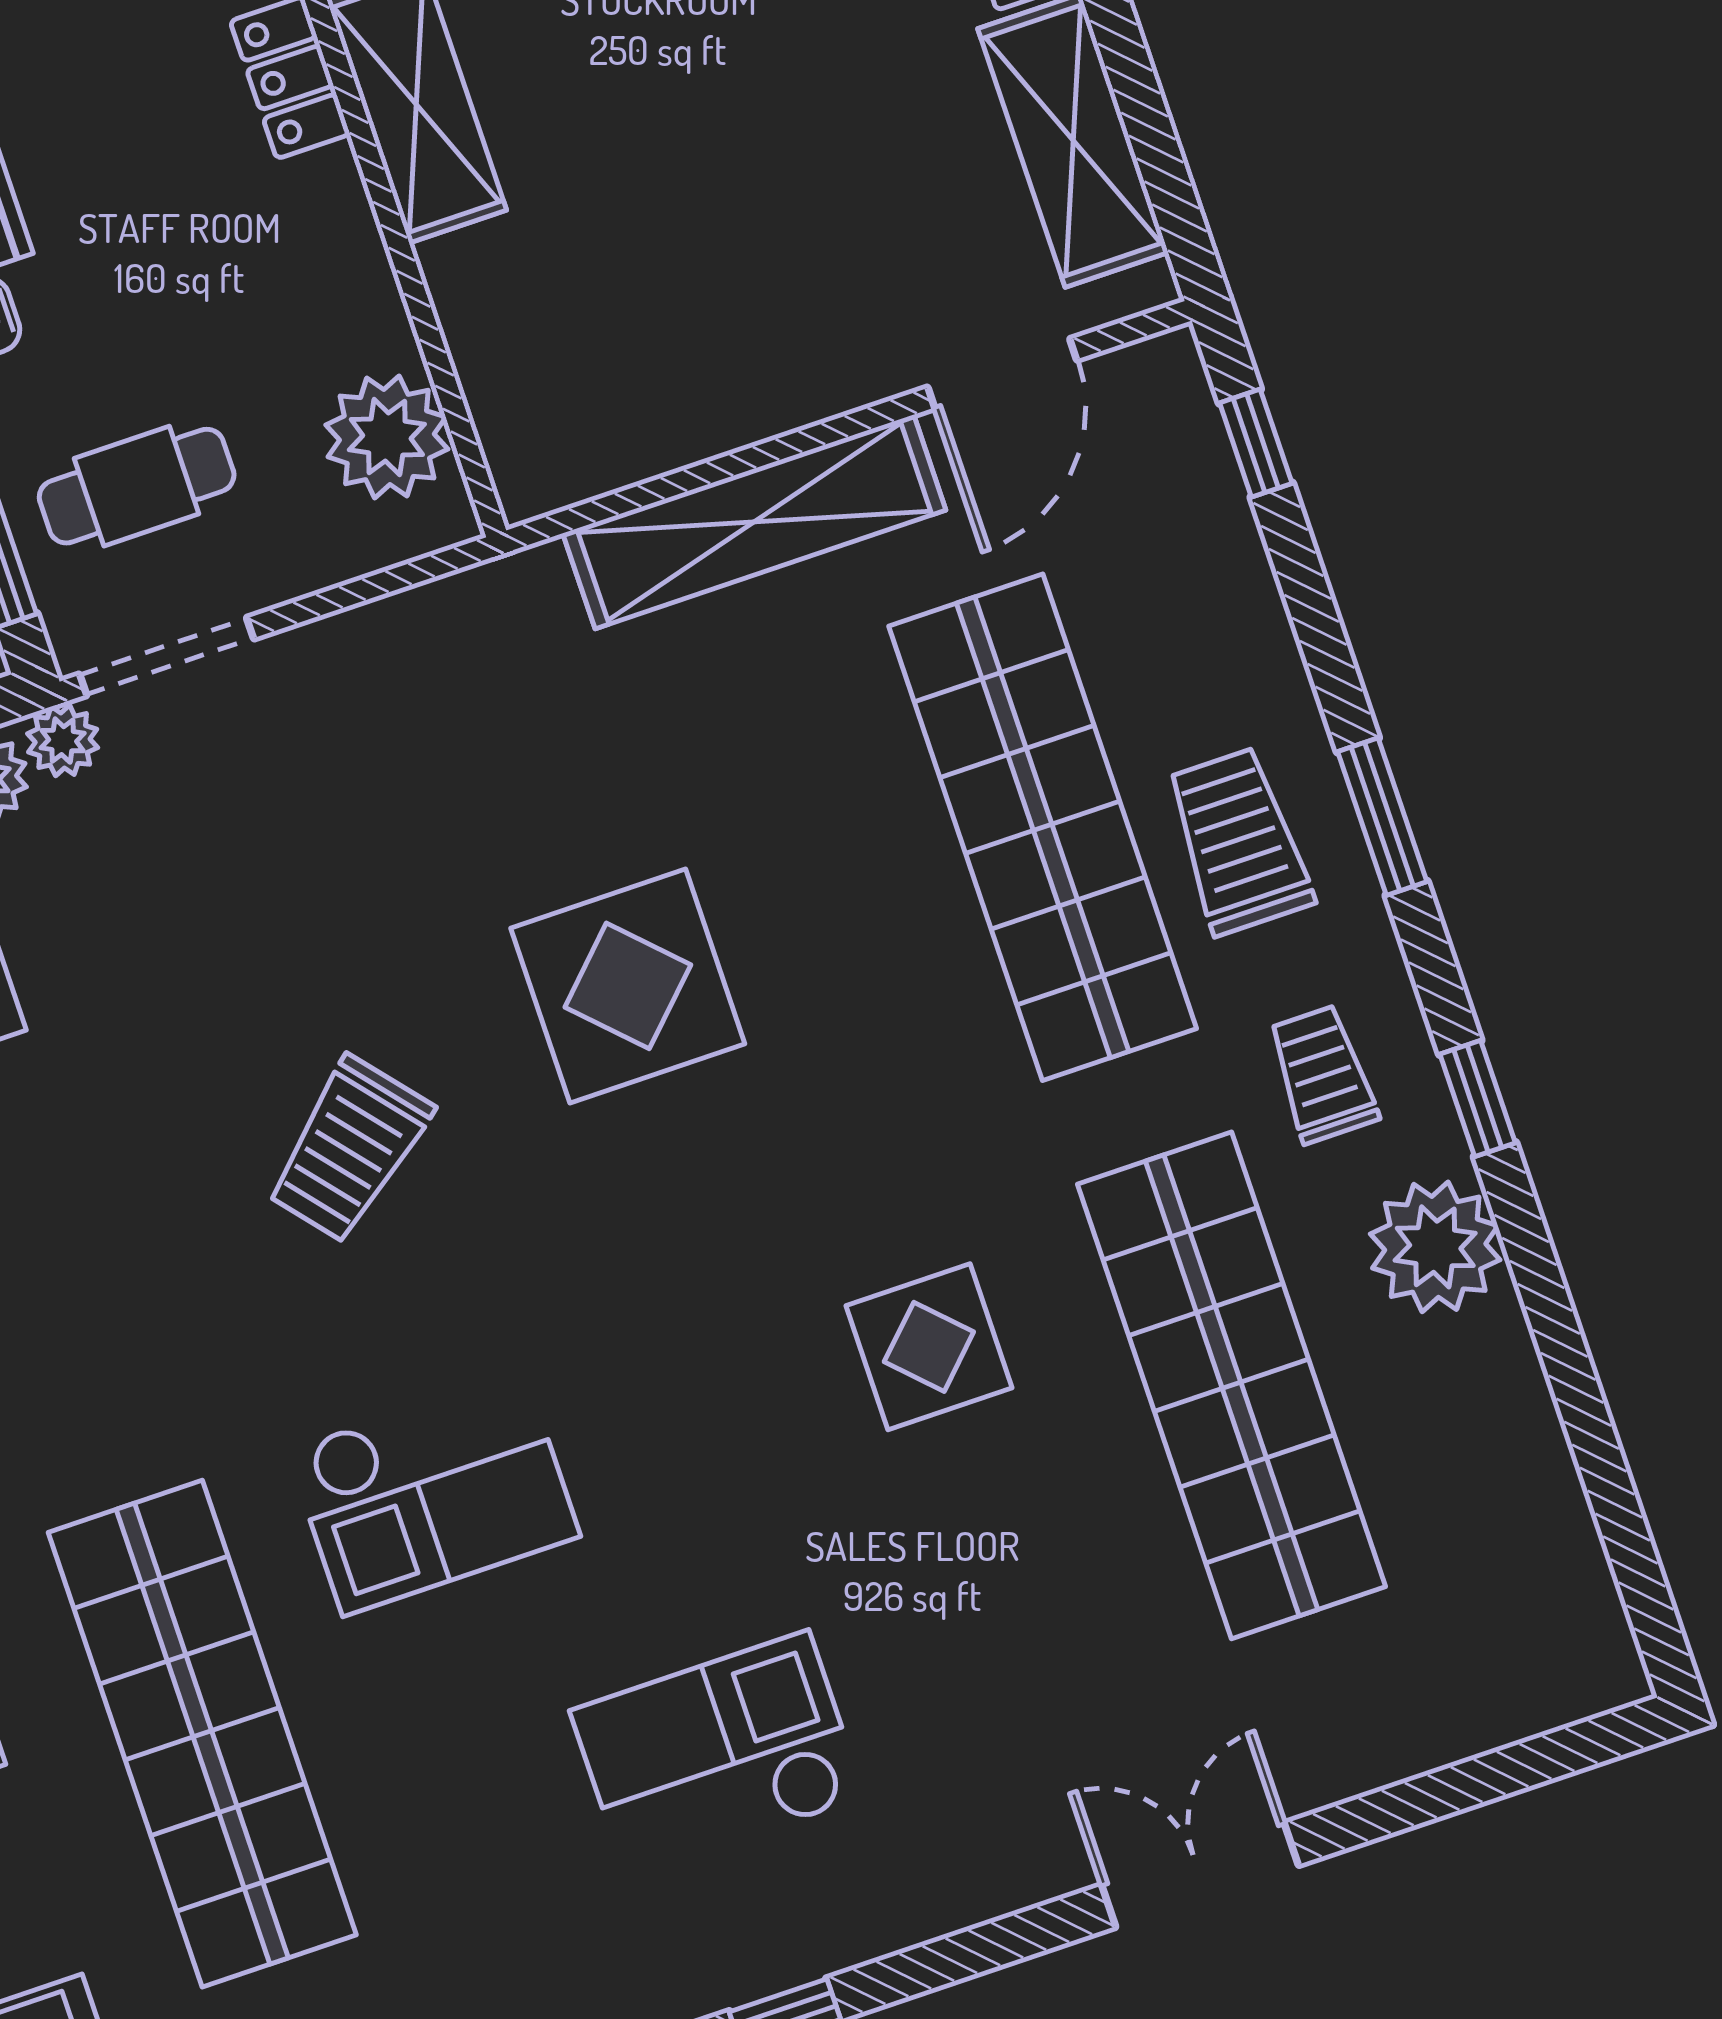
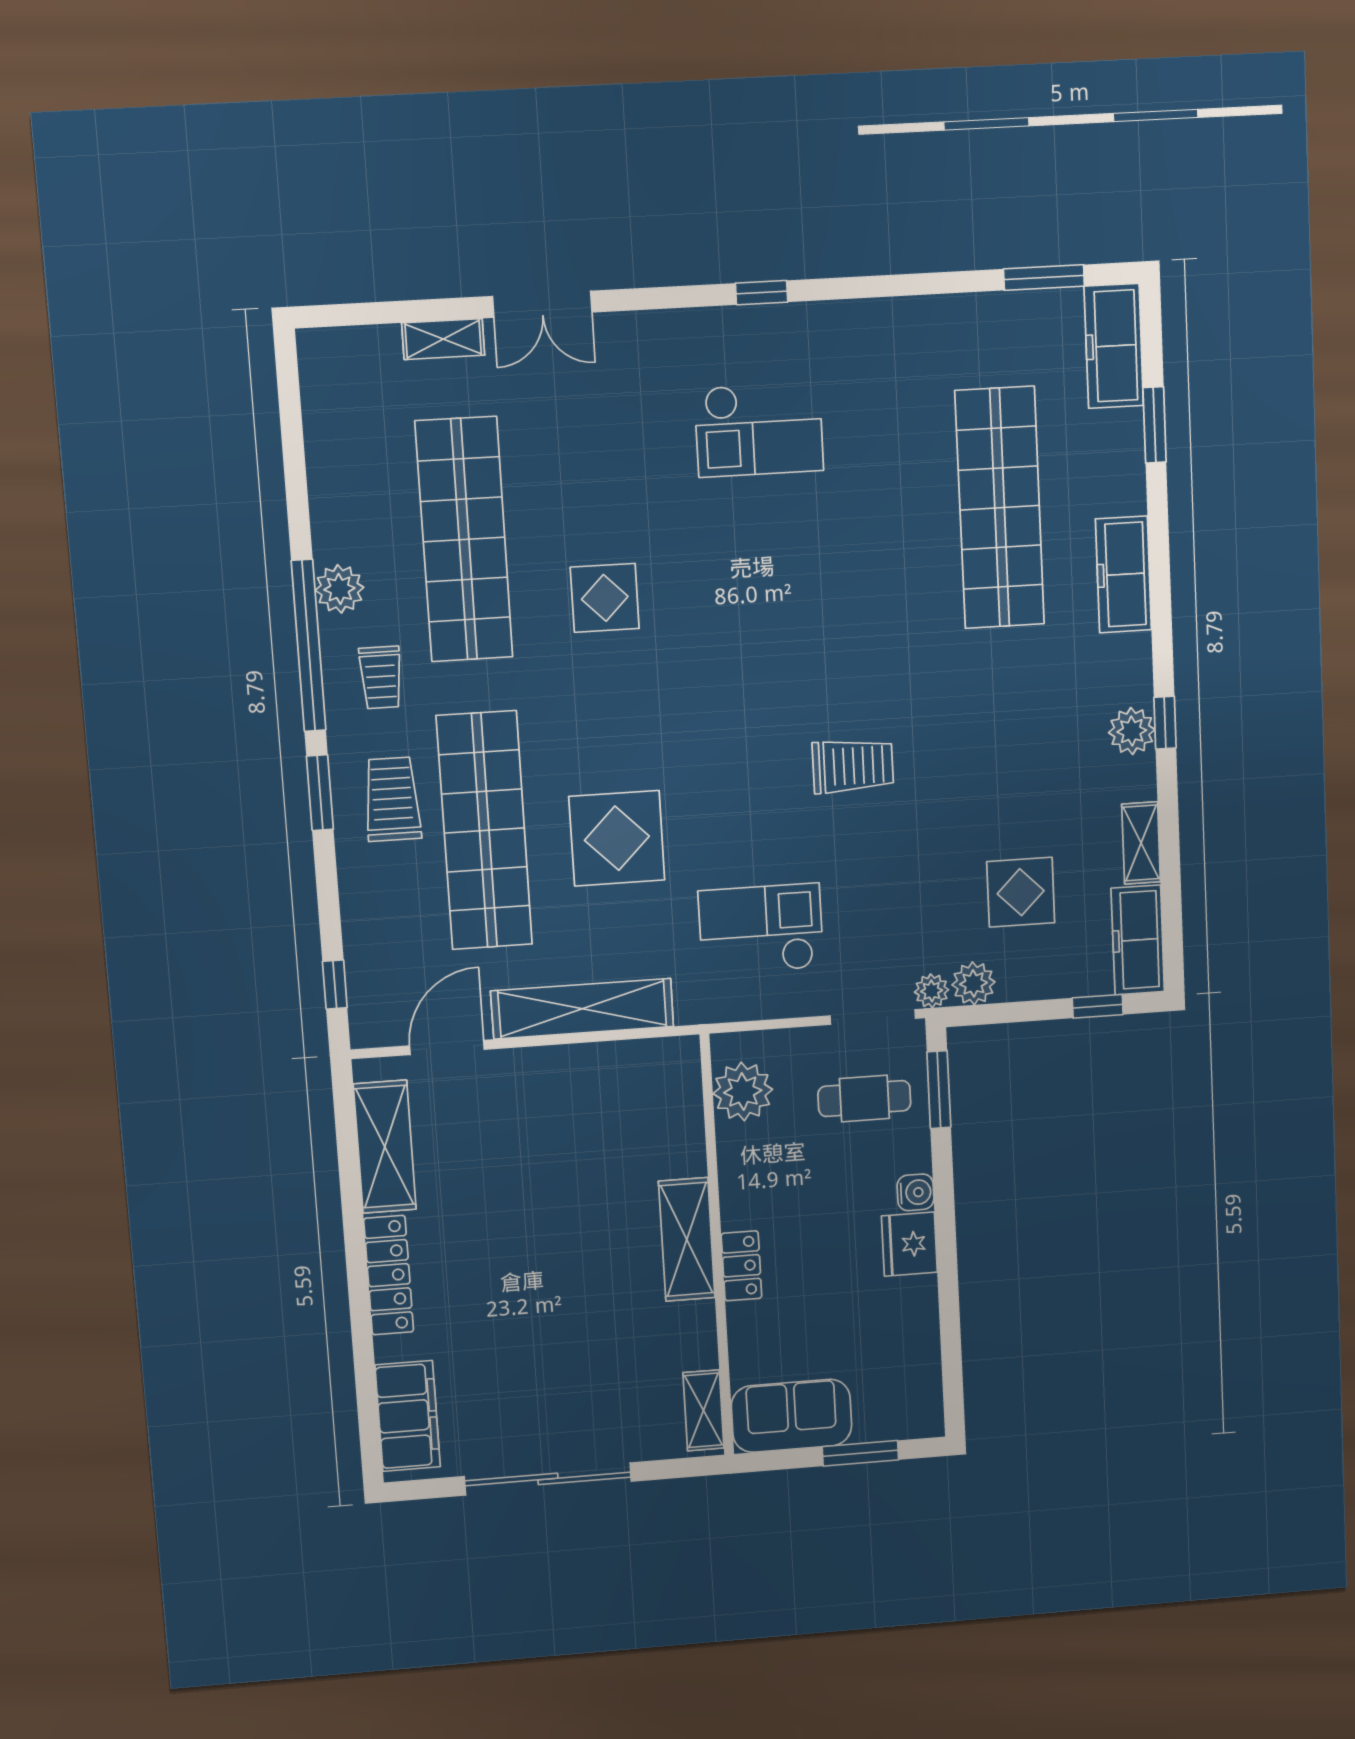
trolley: (1239, 841) -> (392, 799), turned 180
display table: (628, 986) -> (617, 838), moved
window: (1478, 1098) -> (309, 646), width x3.17
trolley: (349, 1150) -> (853, 766), turned 40
plant: (1435, 1247) -> (339, 589), width x0.73, depth x0.73
checkout: (433, 1493) -> (761, 929), moved
shelving: (1372, 1757) -> (443, 339), added

